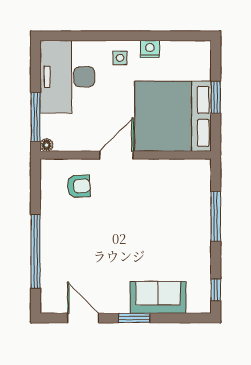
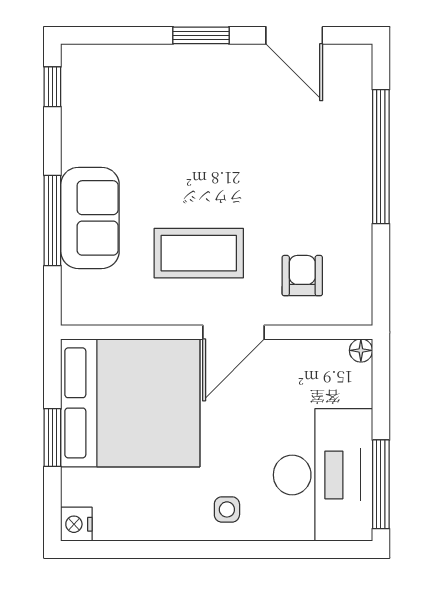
nightstand: (150, 49) -> (76, 524), moved, turned 90
window: (35, 117) -> (381, 484), moved
armchair: (79, 186) -> (302, 276), turned 93
coffee table: (135, 198) -> (199, 253), added
sofa: (158, 297) -> (90, 218), moved, turned -90

